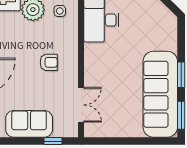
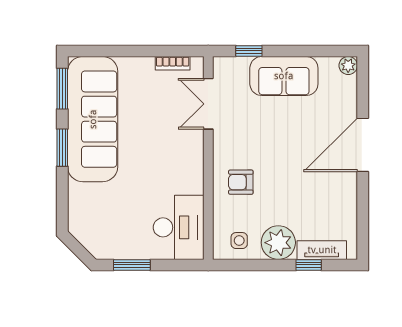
armchair: (49, 62) -> (241, 182), moved
bookcase: (105, 133) -> (173, 63), added

